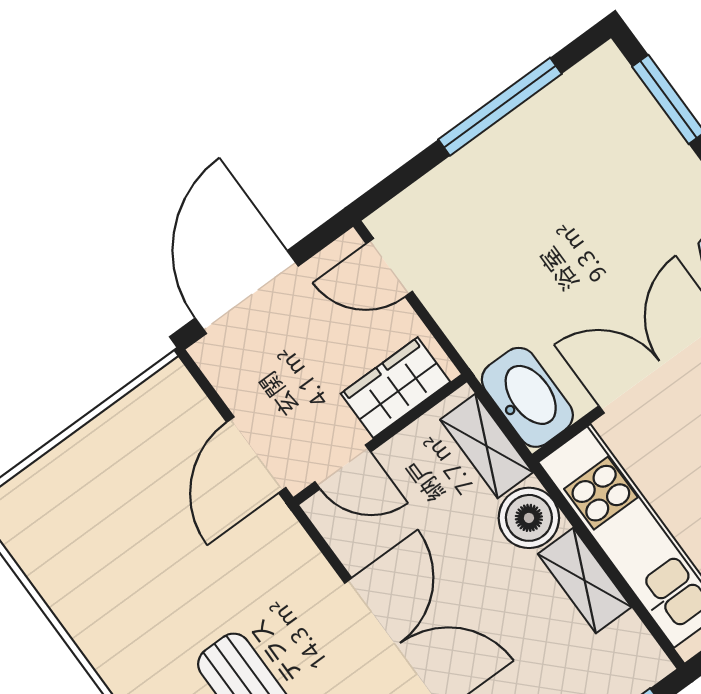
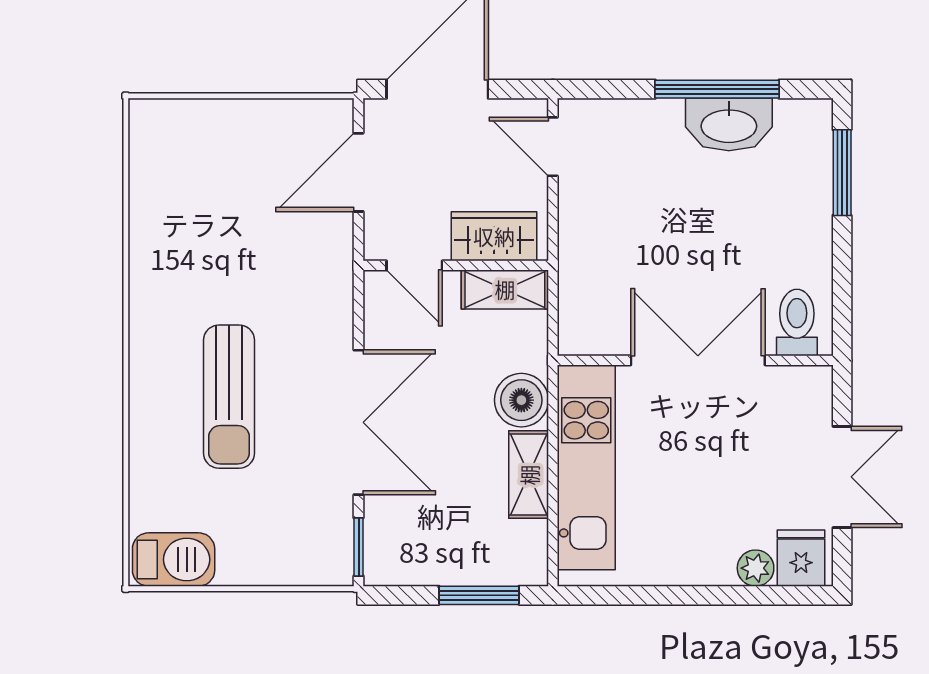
washbasin: (527, 397) -> (729, 125), moved, turned 90
shelving: (486, 446) -> (505, 289), moved, turned 90
door: (256, 455) -> (359, 172), moved

